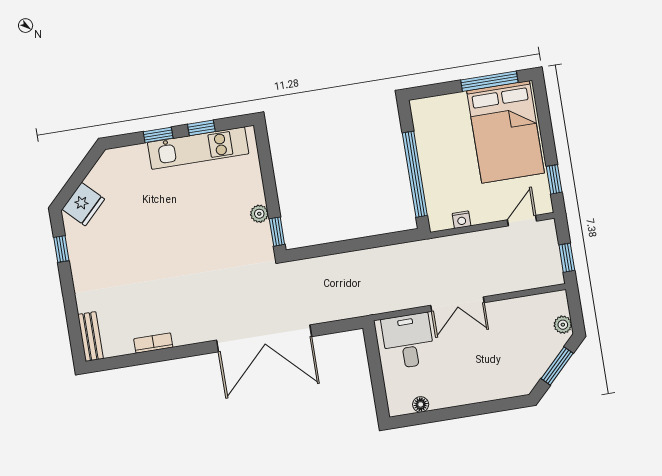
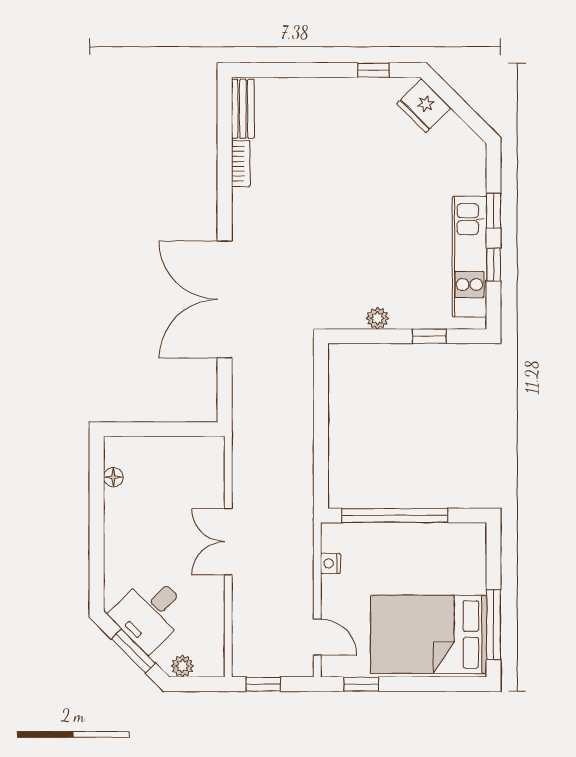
window: (277, 232) -> (429, 336), moved
bench: (91, 337) -> (243, 109), moved, turned 90
desk: (408, 341) -> (150, 613), moved, turned 135

